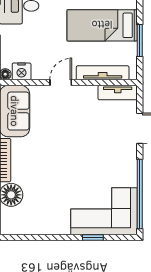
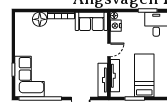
door: (61, 83) -> (109, 50), hinge flipped
tv unit: (118, 93) -> (103, 80), width x1.41

